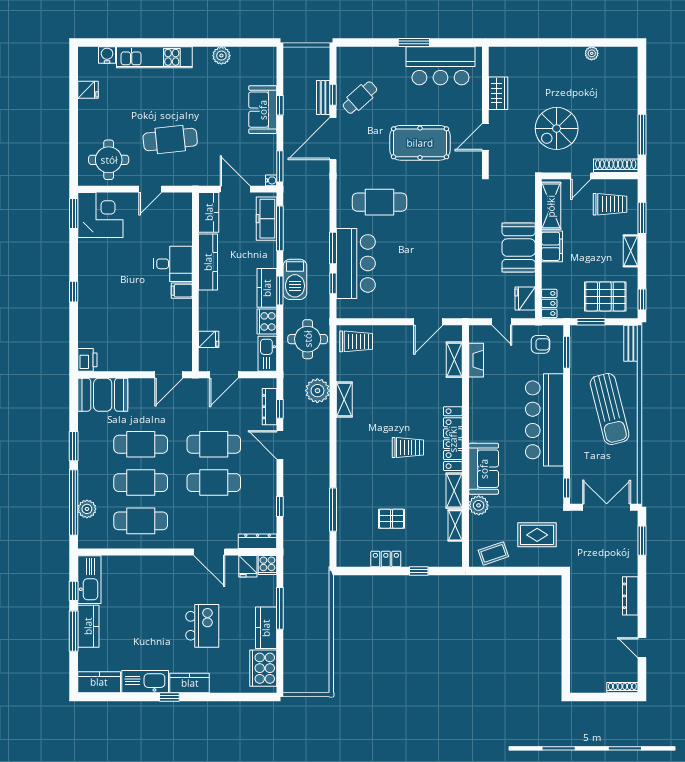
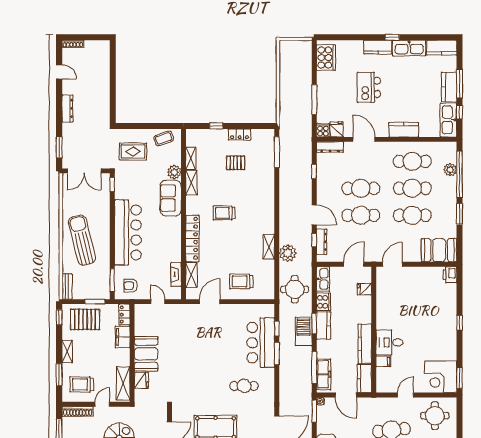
cafe table: (379, 202) -> (244, 386), width x0.73, depth x0.74
filing cabinet: (552, 246) -> (122, 337), moved
filing cabinet: (182, 291) -> (383, 361), moved
fridge: (525, 299) -> (141, 380), moved
trolley: (356, 341) -> (241, 281), moved
locker: (453, 439) -> (192, 238), moved
window: (333, 510) -> (277, 152), moved
kitchen counter: (266, 628) -> (404, 130), moved, turned -90

